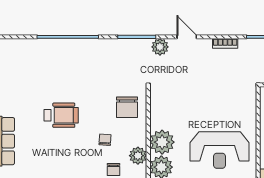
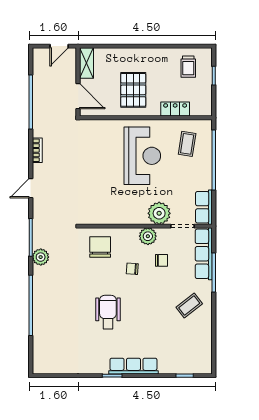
plant: (160, 47) -> (41, 257), moved
chair: (127, 107) -> (100, 247), turned -90
plant: (162, 142) -> (134, 212), removed

